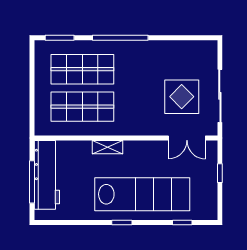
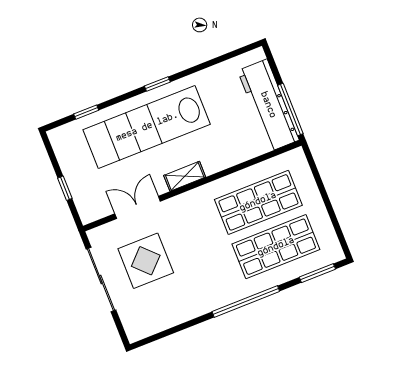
double door: (187, 138) -> (138, 207), moved
shelving: (108, 147) -> (185, 176), moved
window: (32, 182) -> (290, 110), moved

